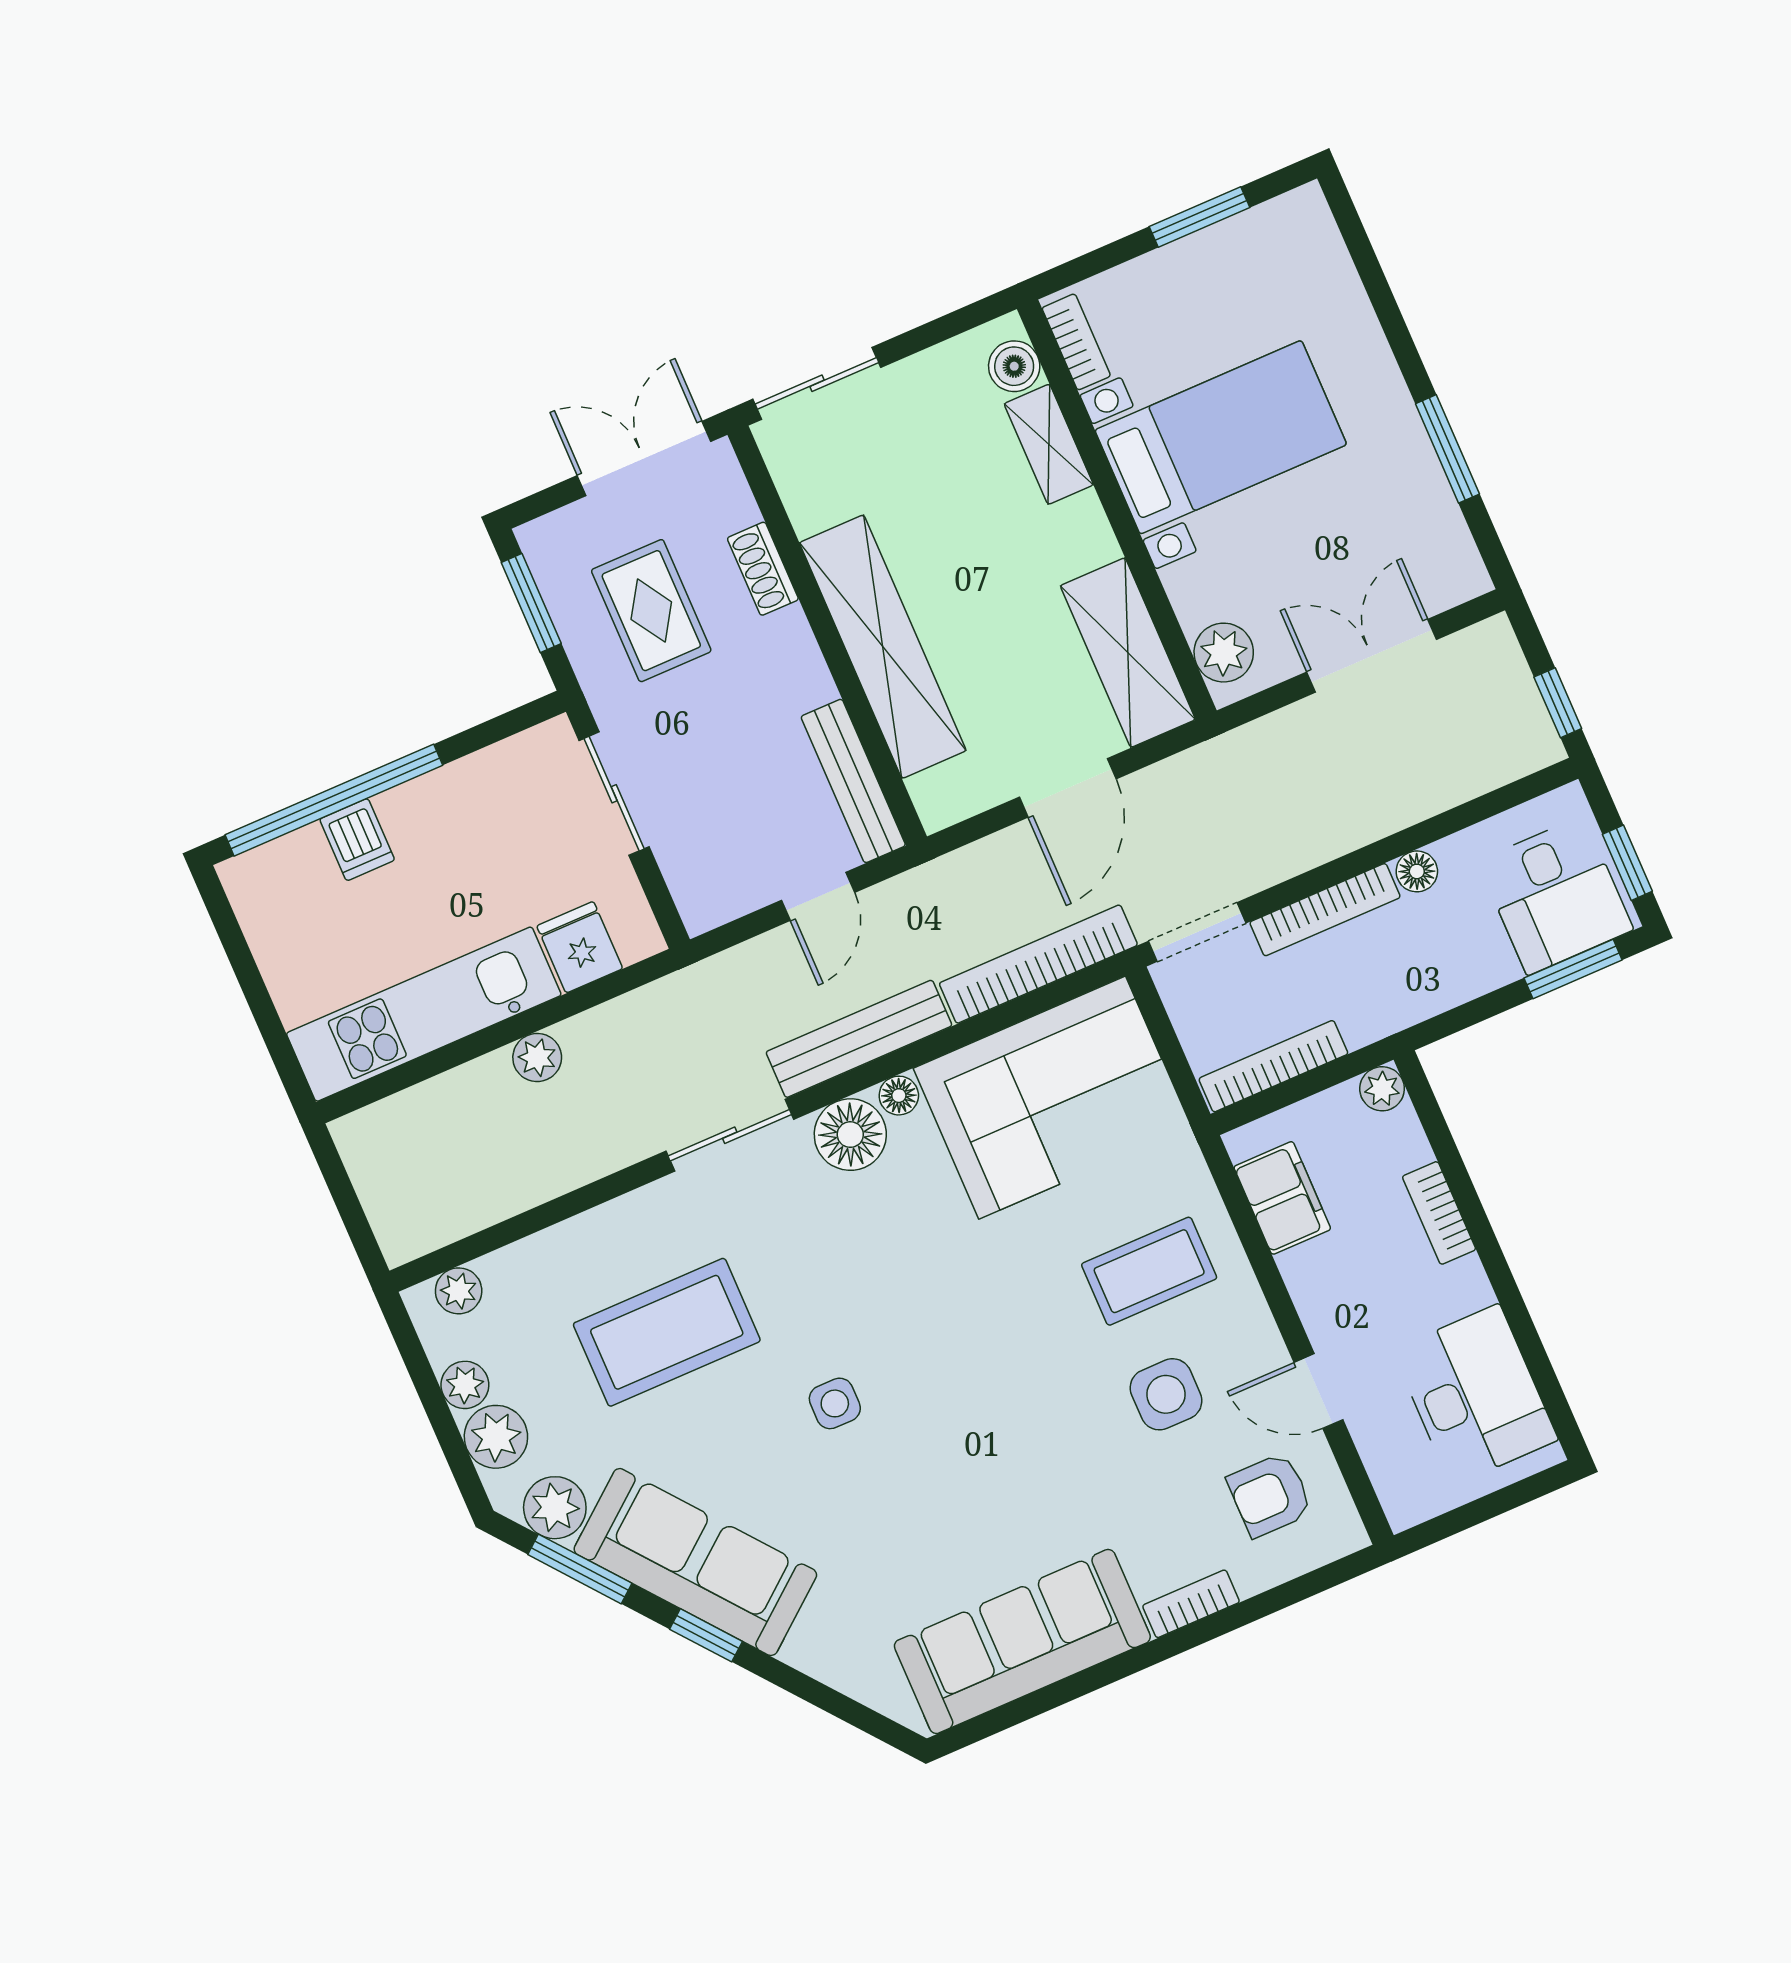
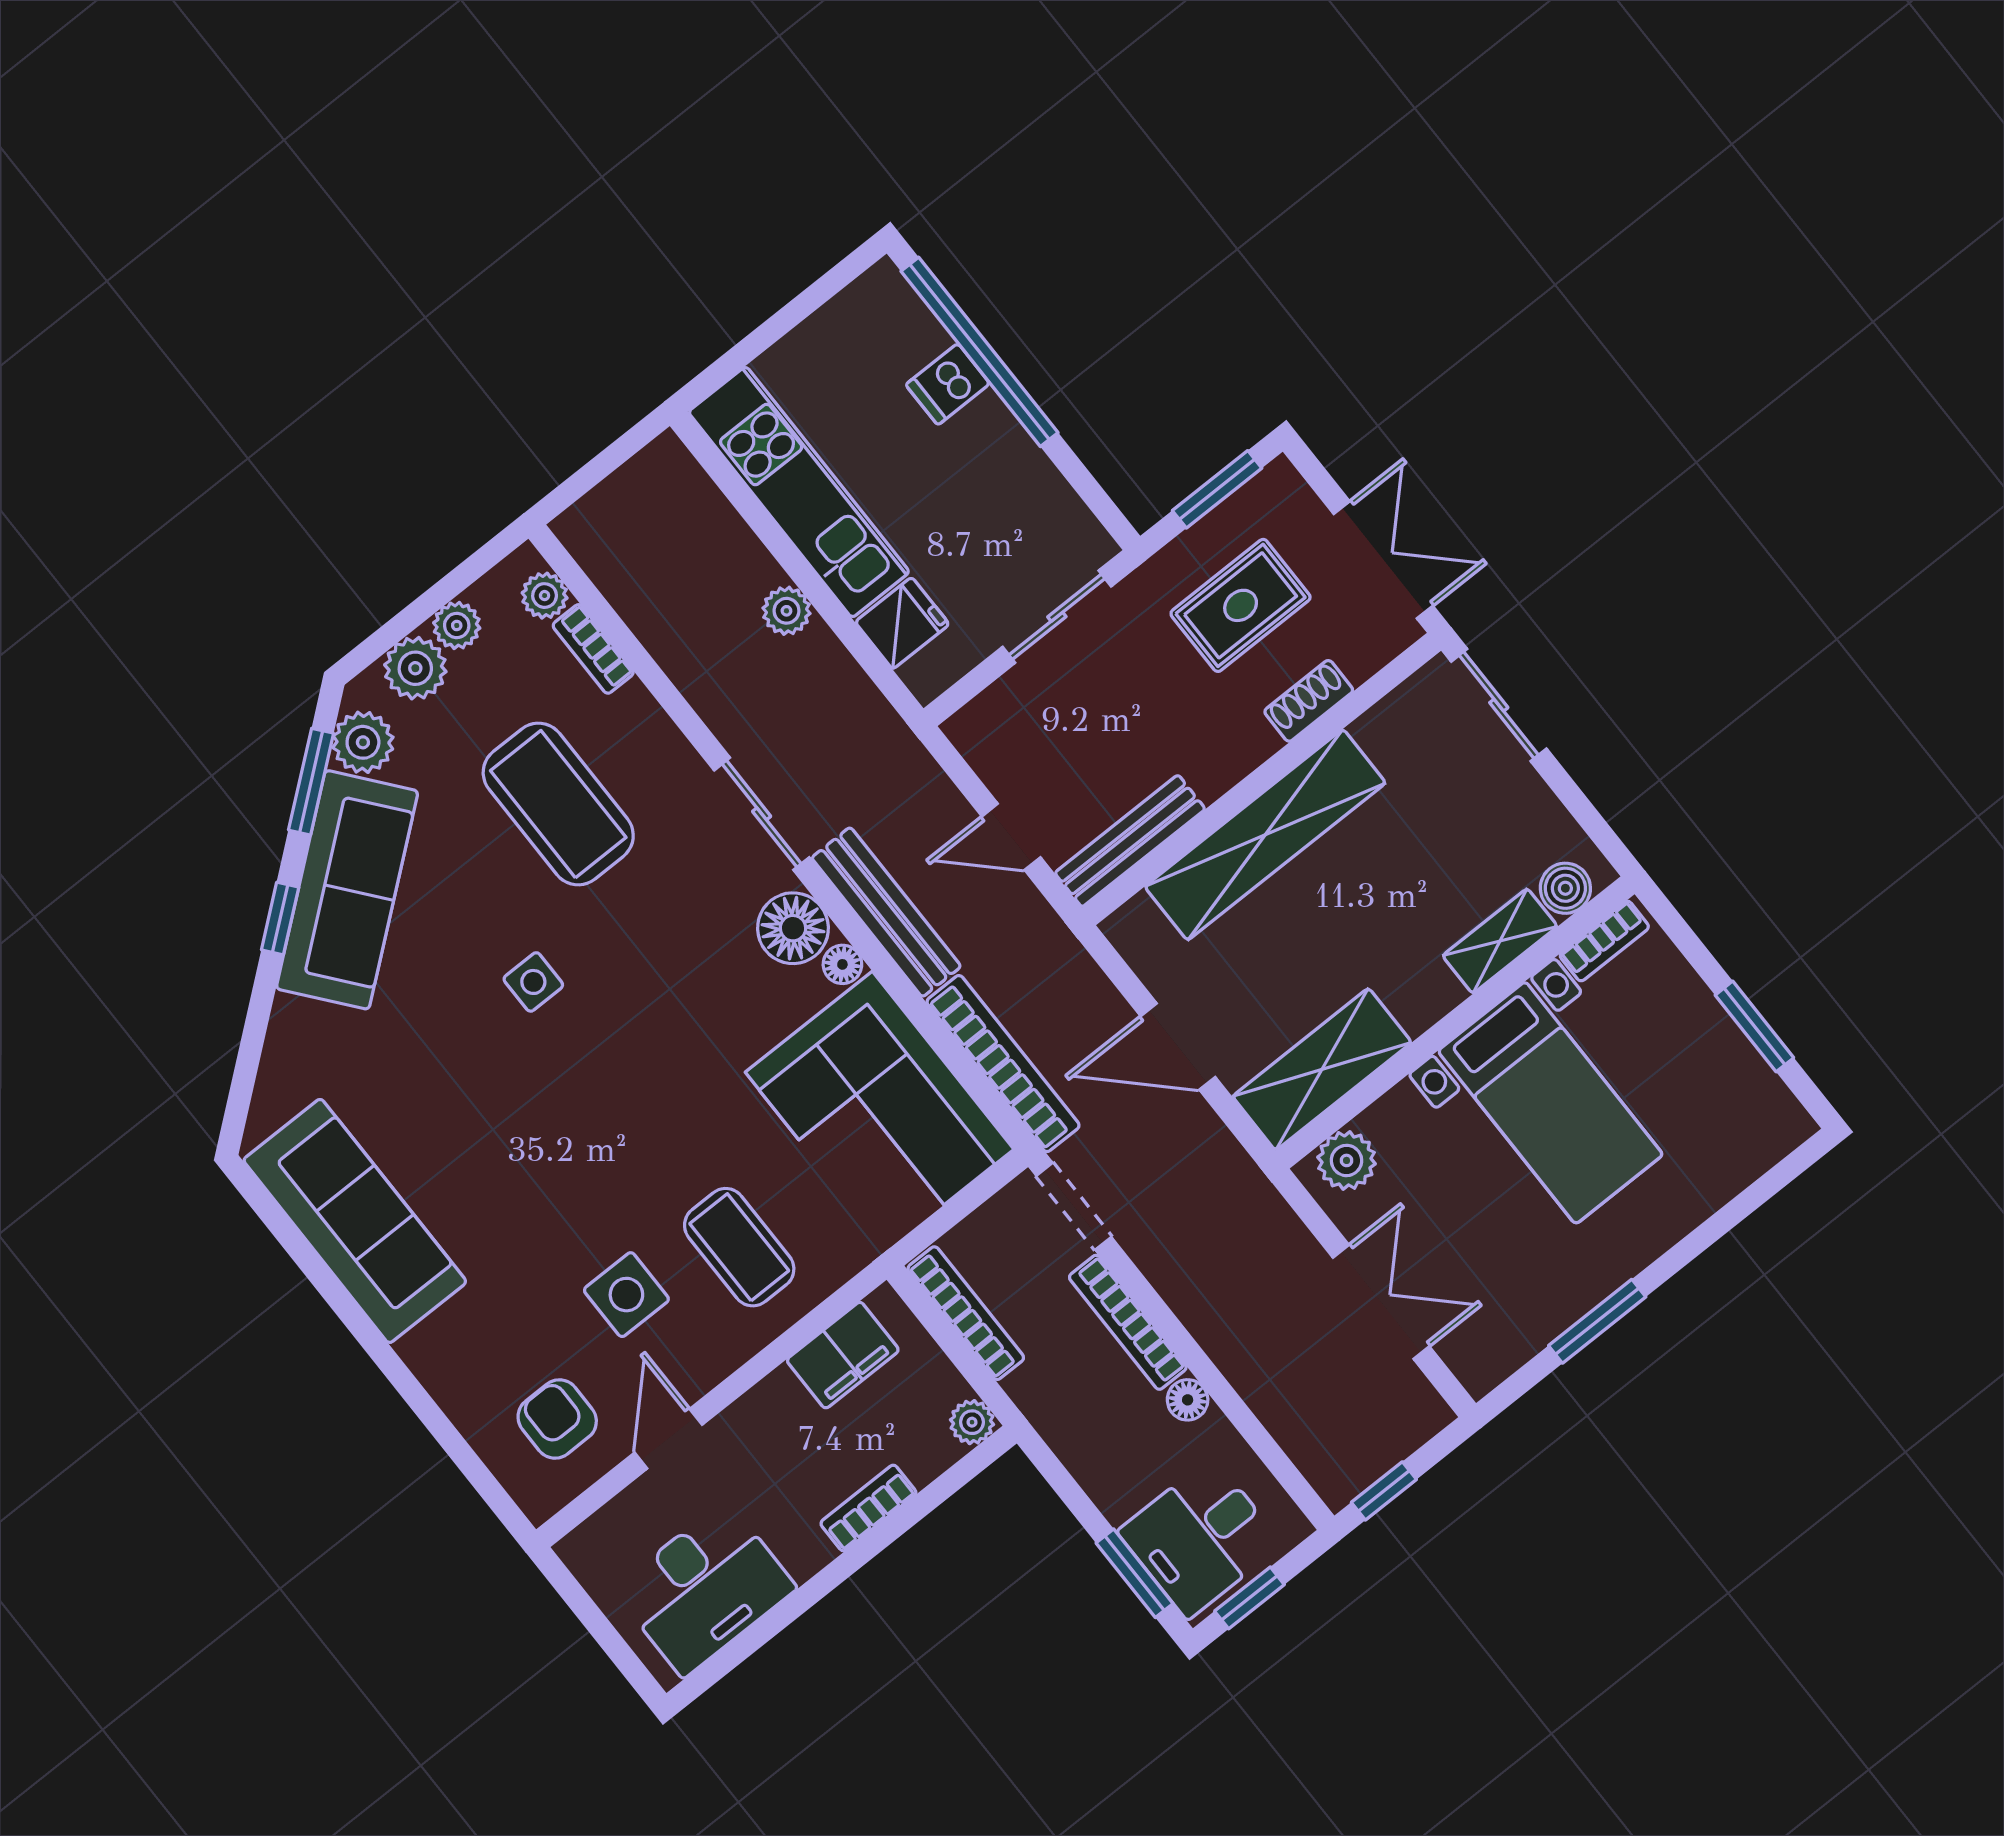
bookcase: (1191, 1604) -> (593, 649), moved, turned 180

